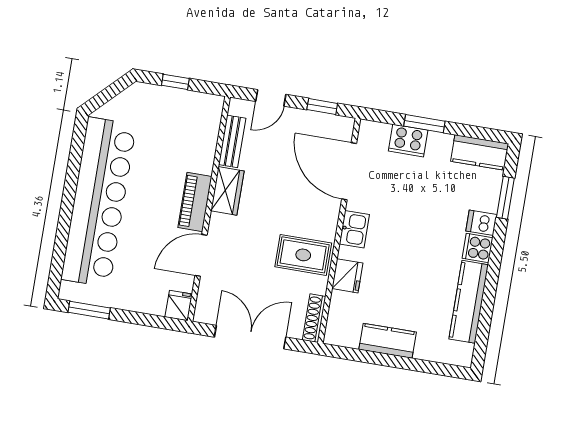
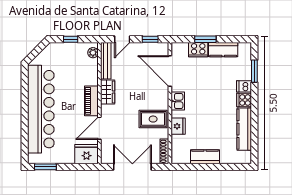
plant: (213, 114) -> (93, 53), added
bench: (232, 141) -> (106, 61), width x1.36
kitchen counter: (480, 152) -> (223, 50), moved
fridge: (179, 305) -> (87, 154), width x1.88, depth x1.34

